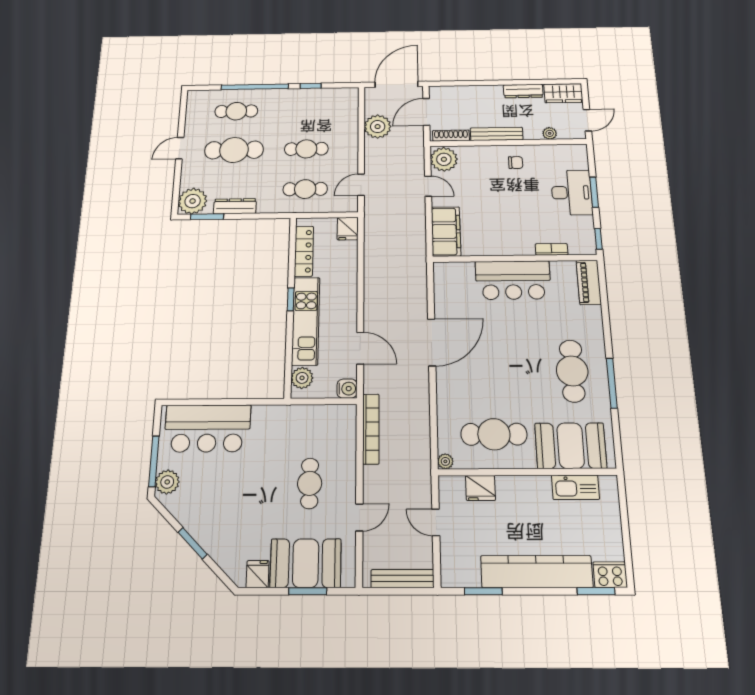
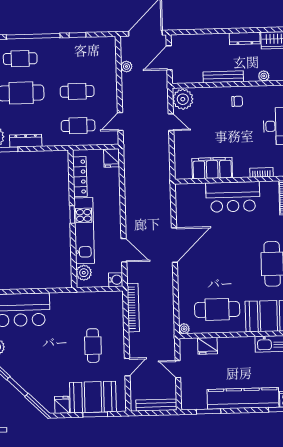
plant: (378, 127) -> (126, 66), width x0.53, depth x0.53
shoe rack: (451, 136) -> (188, 79), removed
filing cabinet: (446, 231) -> (212, 168), moved, turned -90

